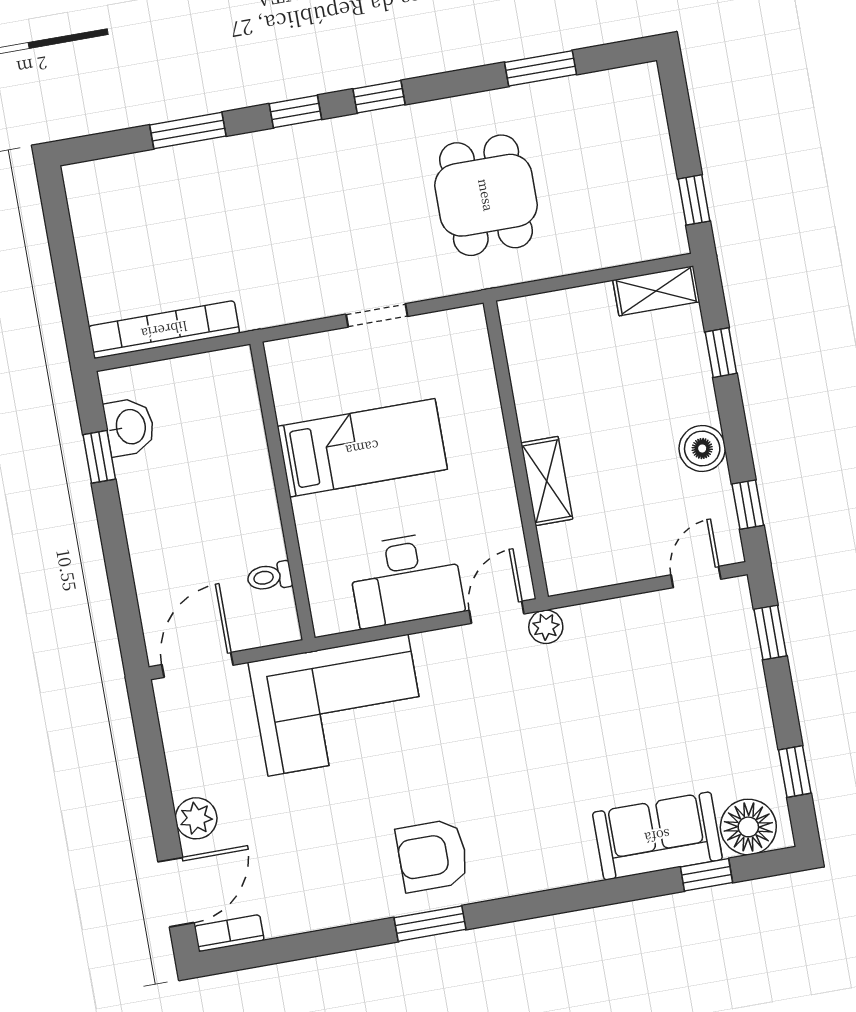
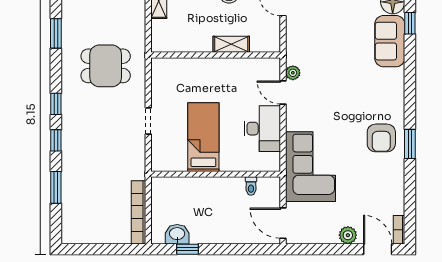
wall: (516, 450) -> (216, 55), moved
shelving: (547, 481) -> (231, 44), moved

